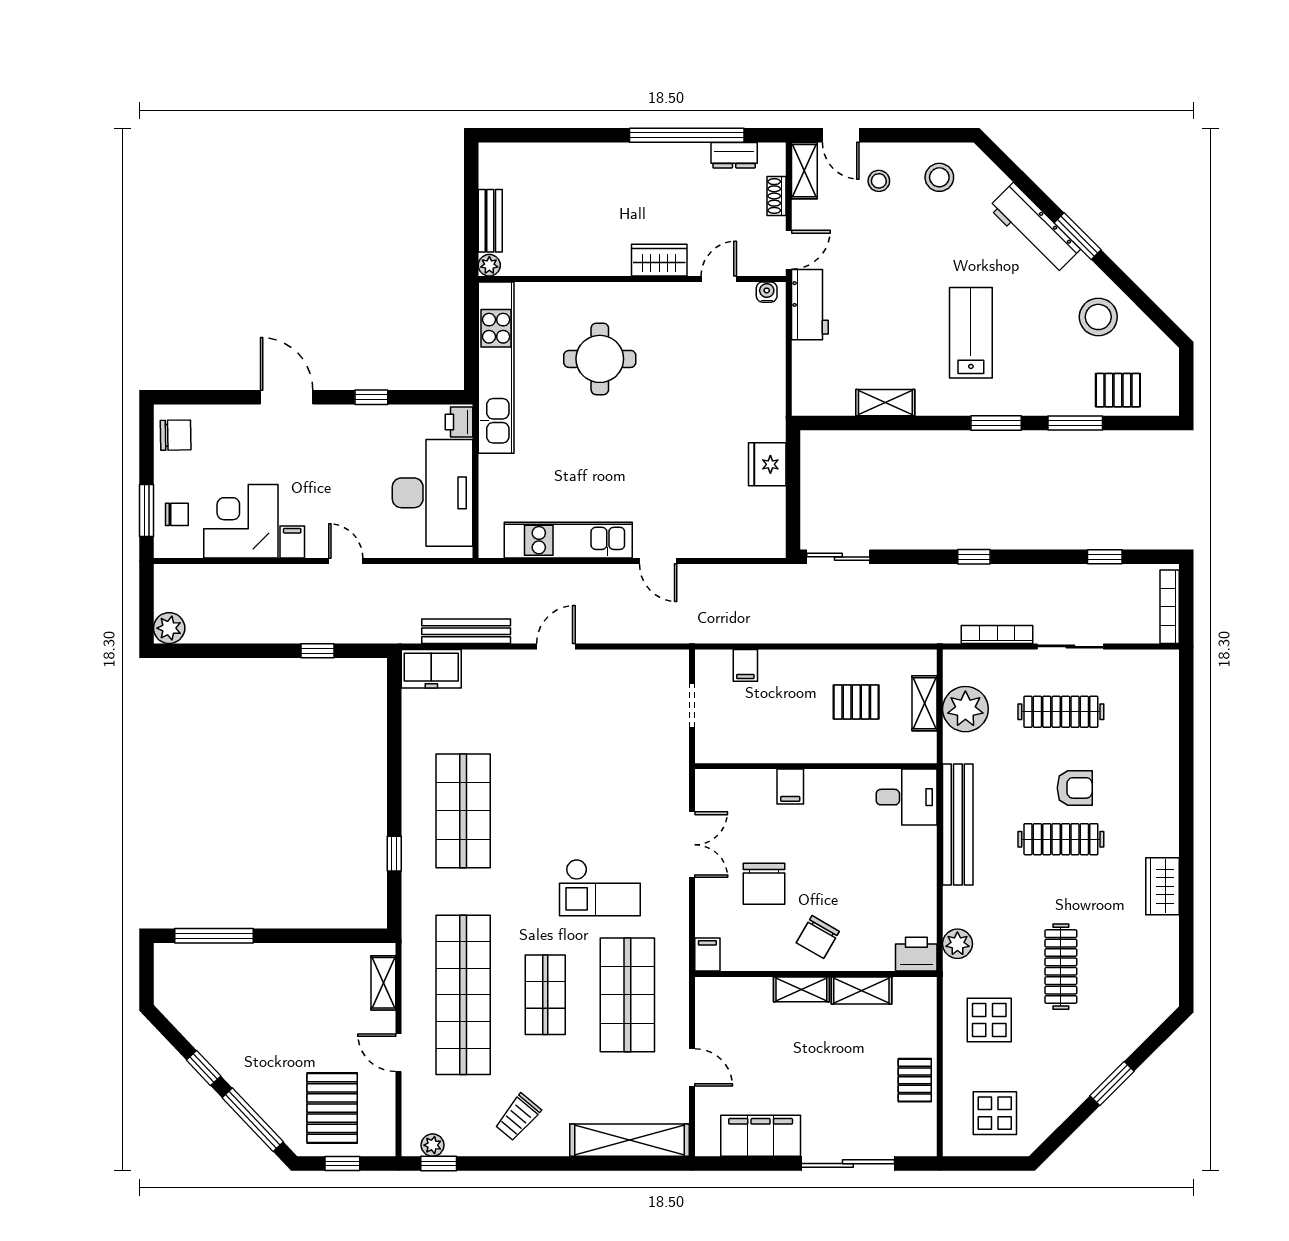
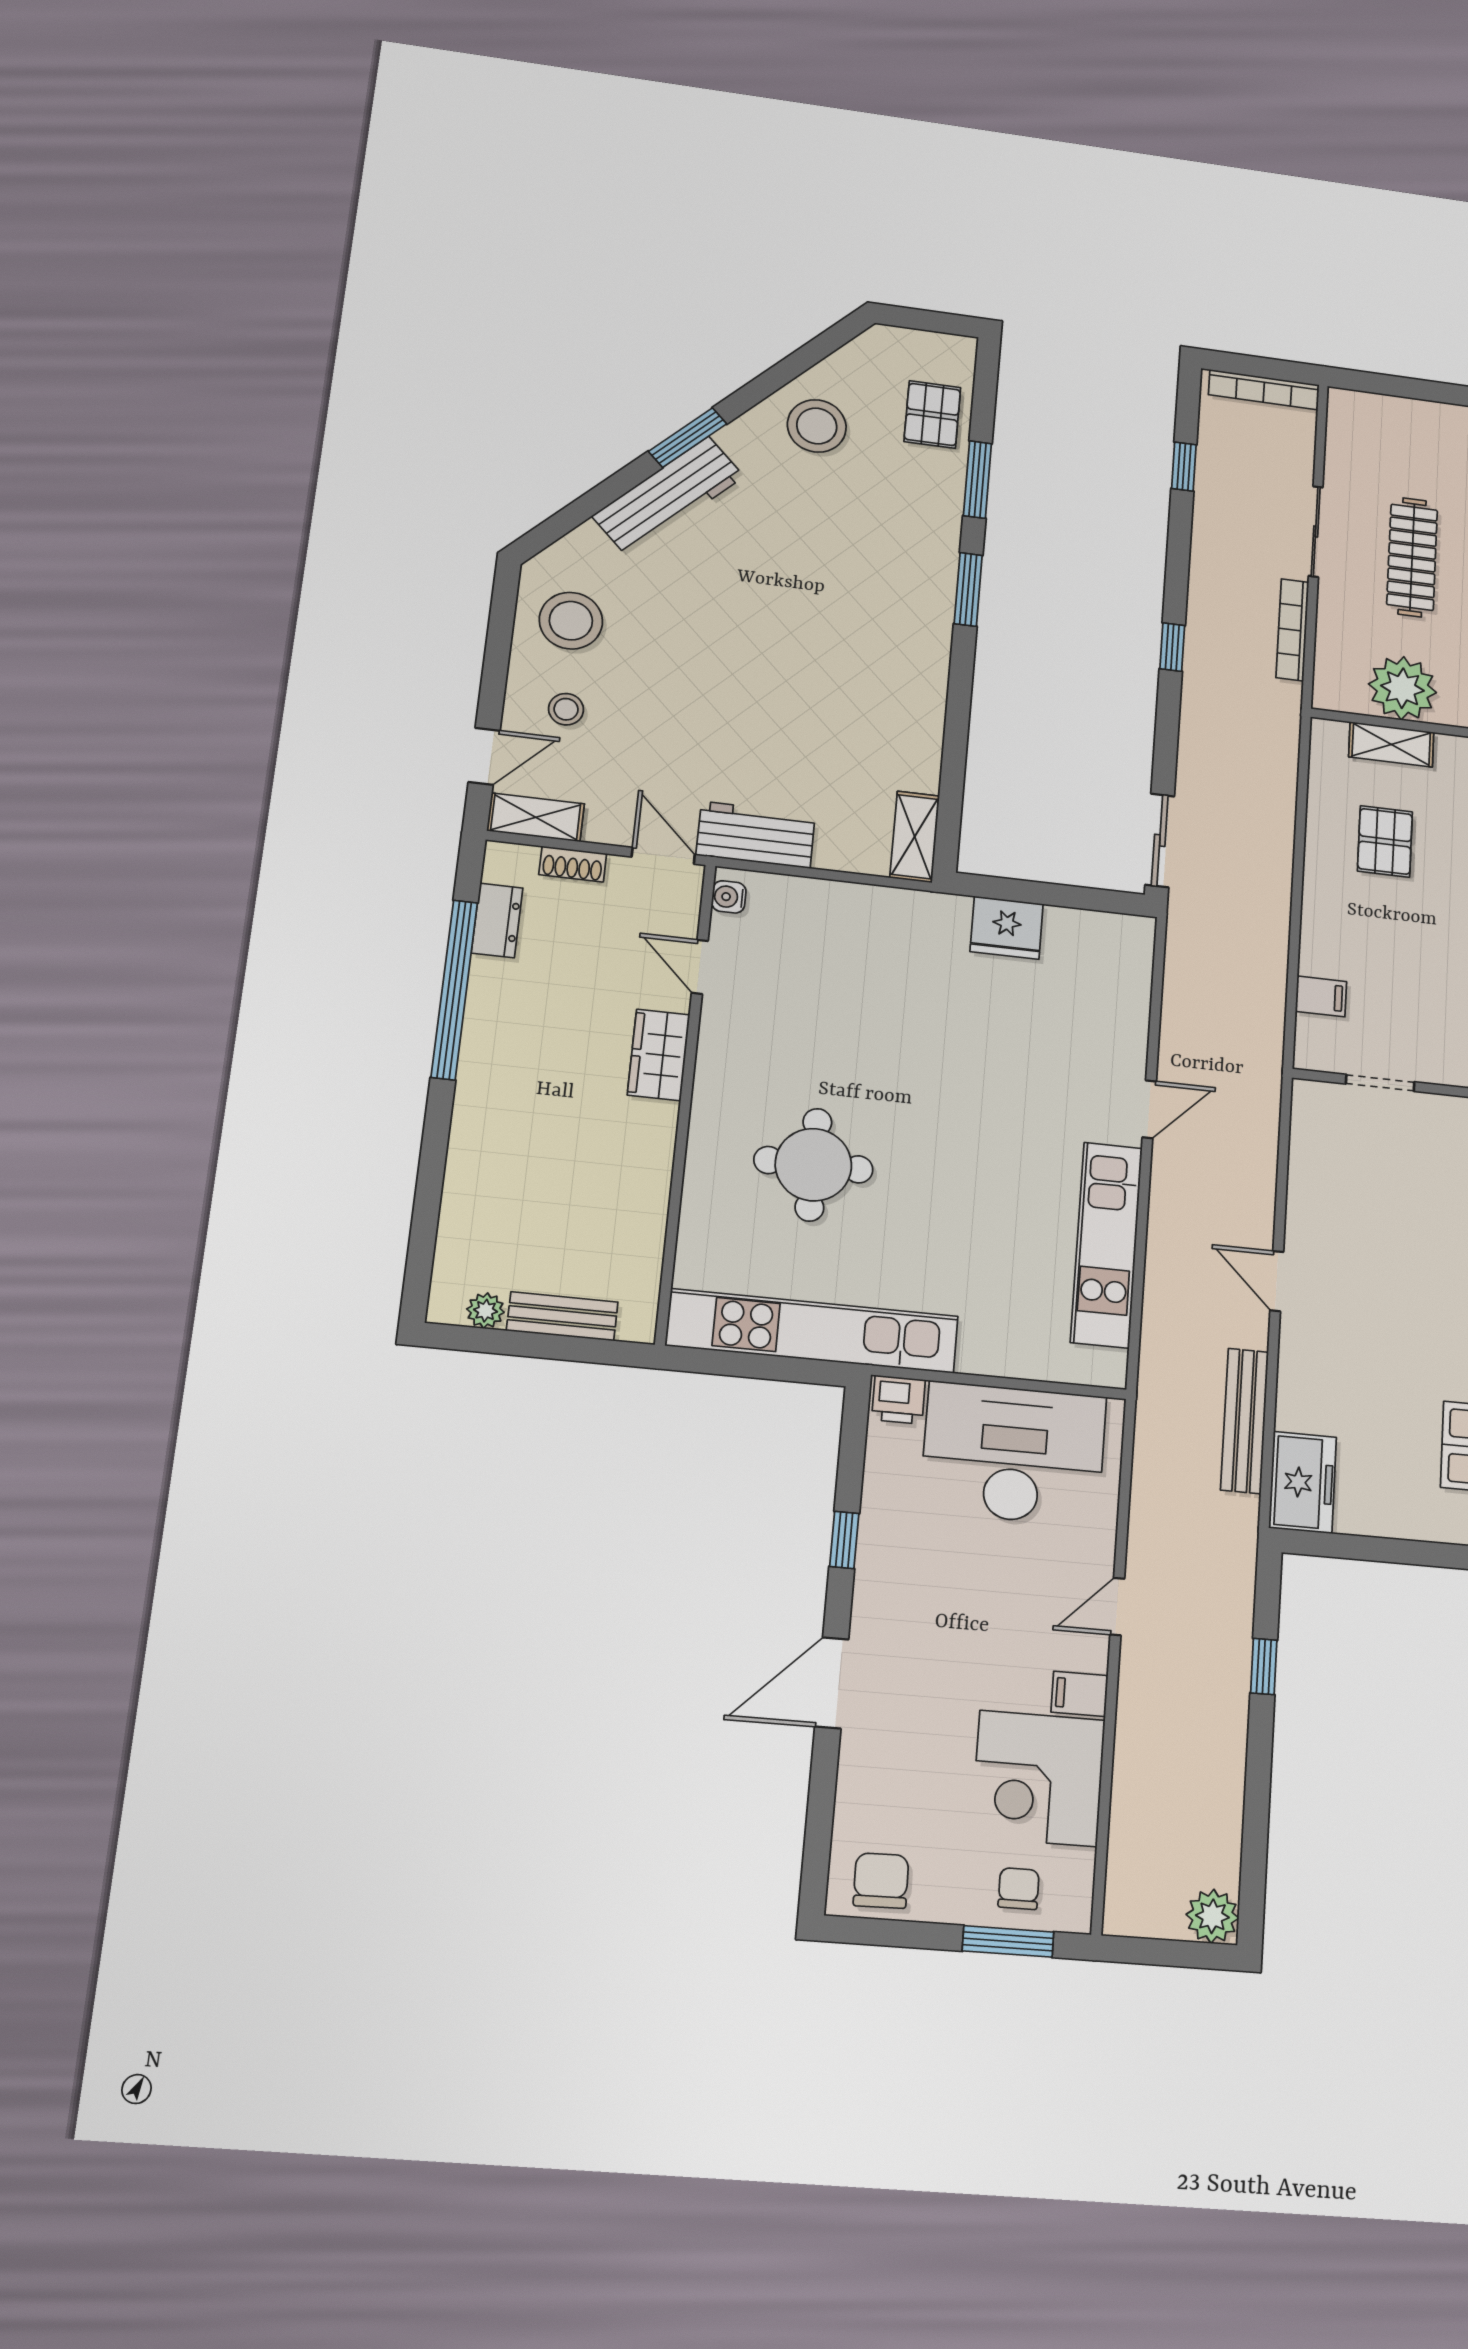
stool: (939, 177) -> (571, 621), width x1.38, depth x1.38
plant: (489, 265) -> (486, 1311), moved
lab bench: (971, 333) -> (824, 607), removed
shelving: (885, 403) -> (915, 837), moved

